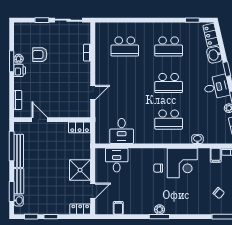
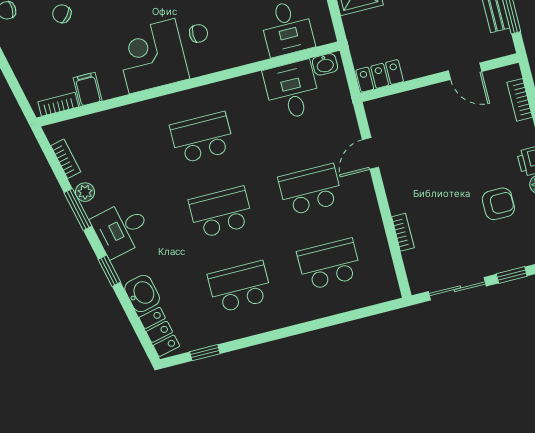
school desk: (125, 83) -> (310, 190), added
washbasin: (197, 139) -> (325, 64), moved

